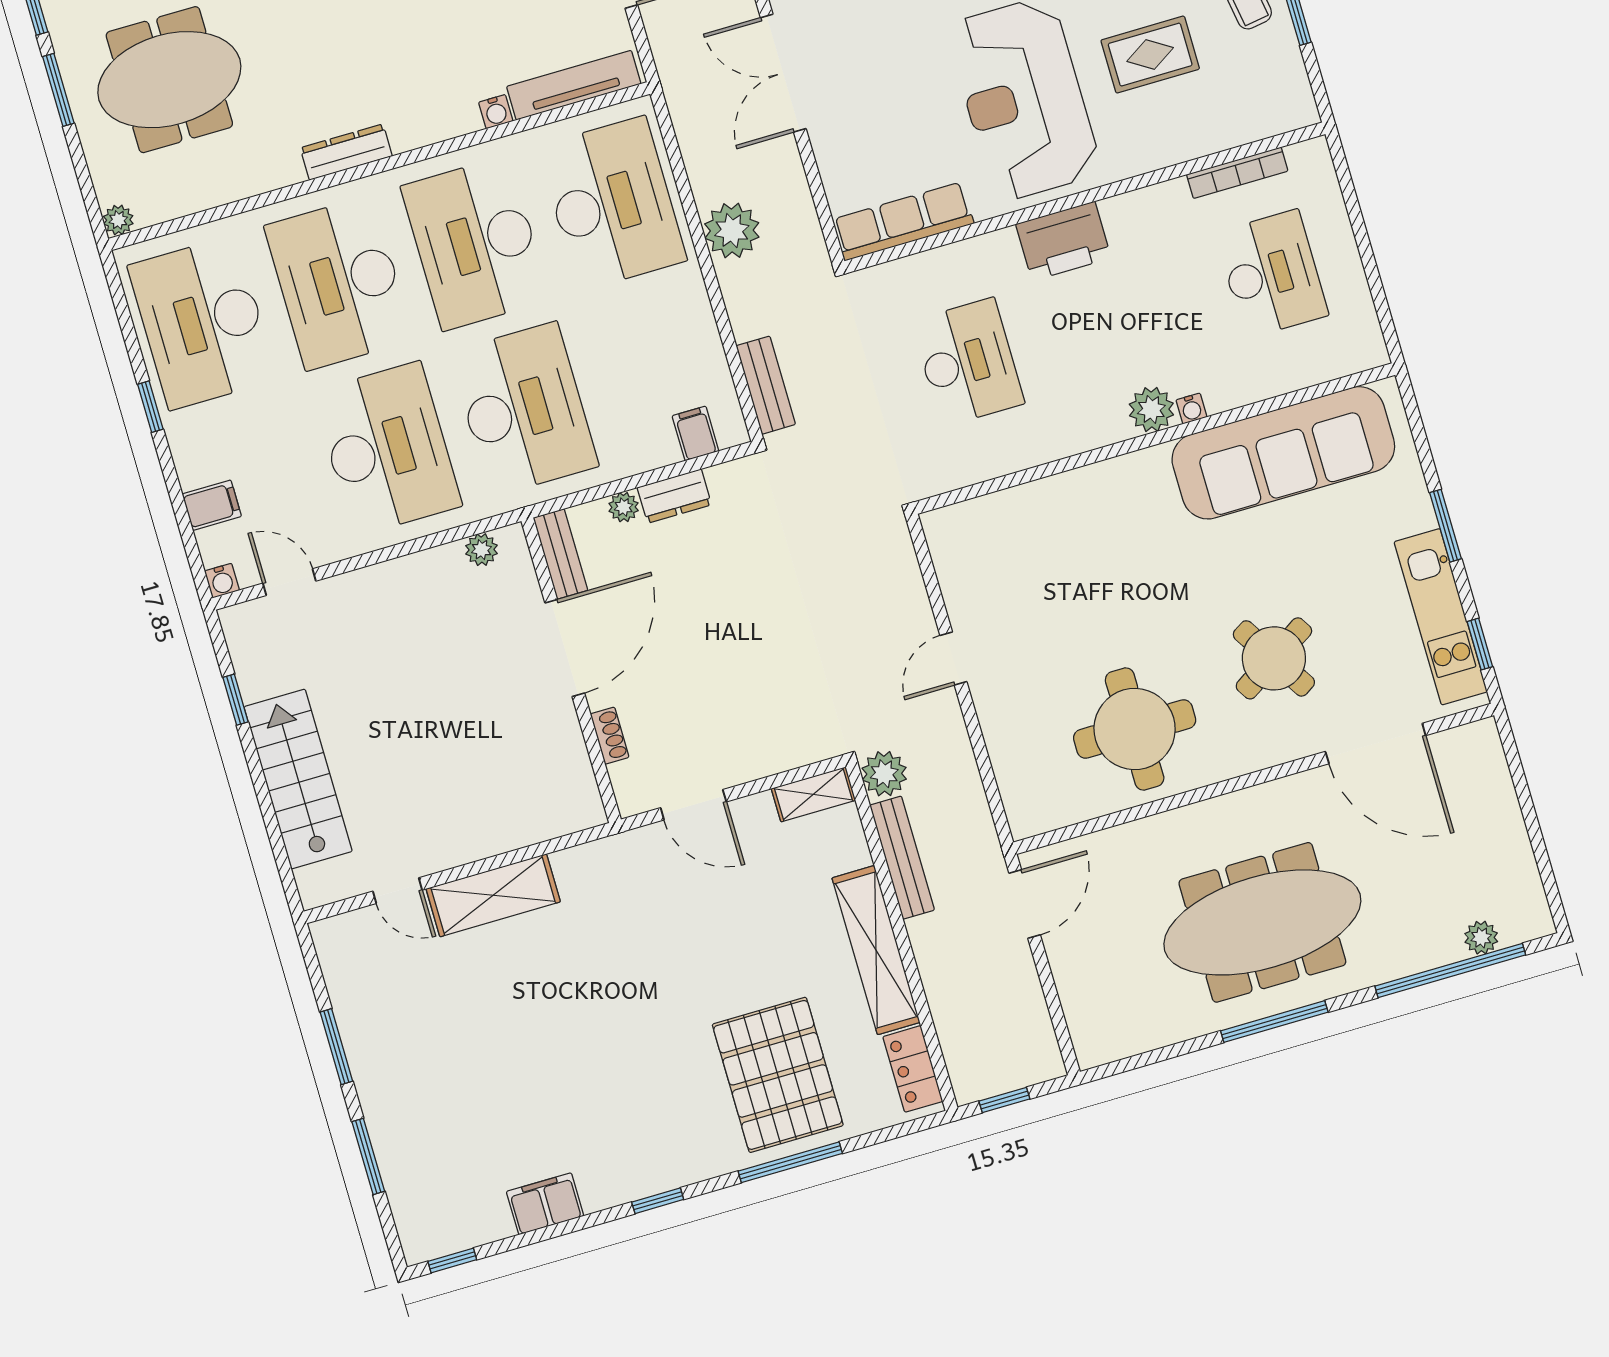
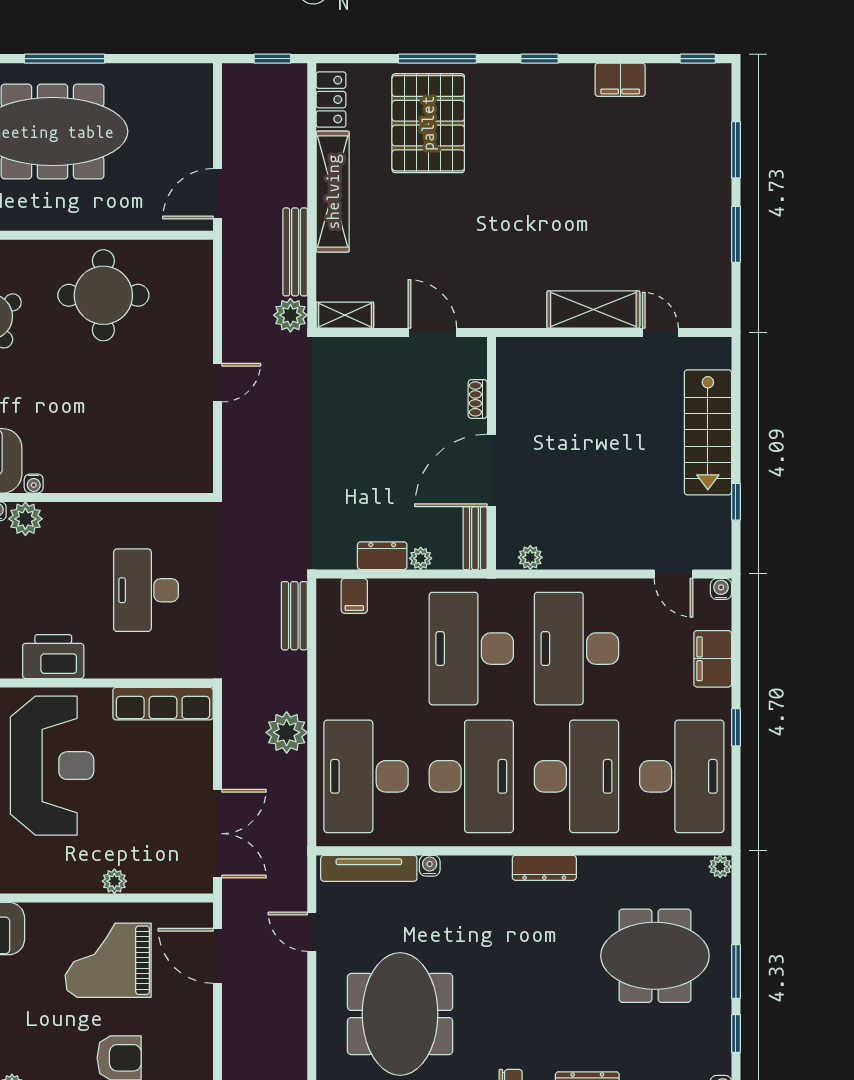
water cooler: (1154, 458) -> (34, 484), added
filing cabinet: (212, 505) -> (713, 659), width x2.00

